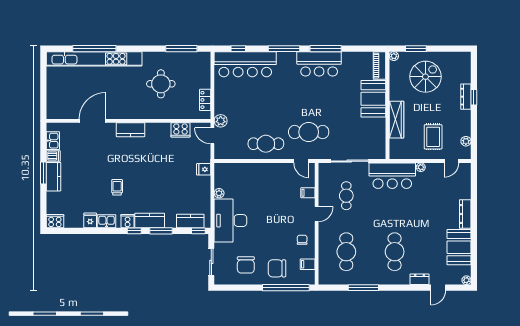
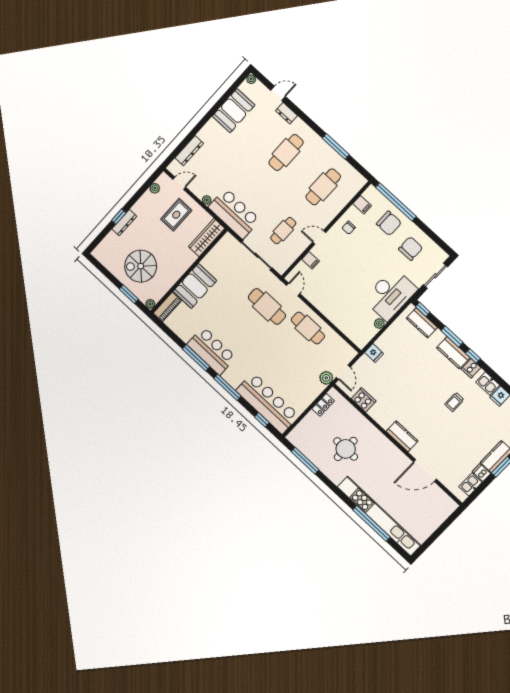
wardrobe: (396, 120) -> (207, 238), moved
dresser: (465, 214) -> (189, 151), moved

